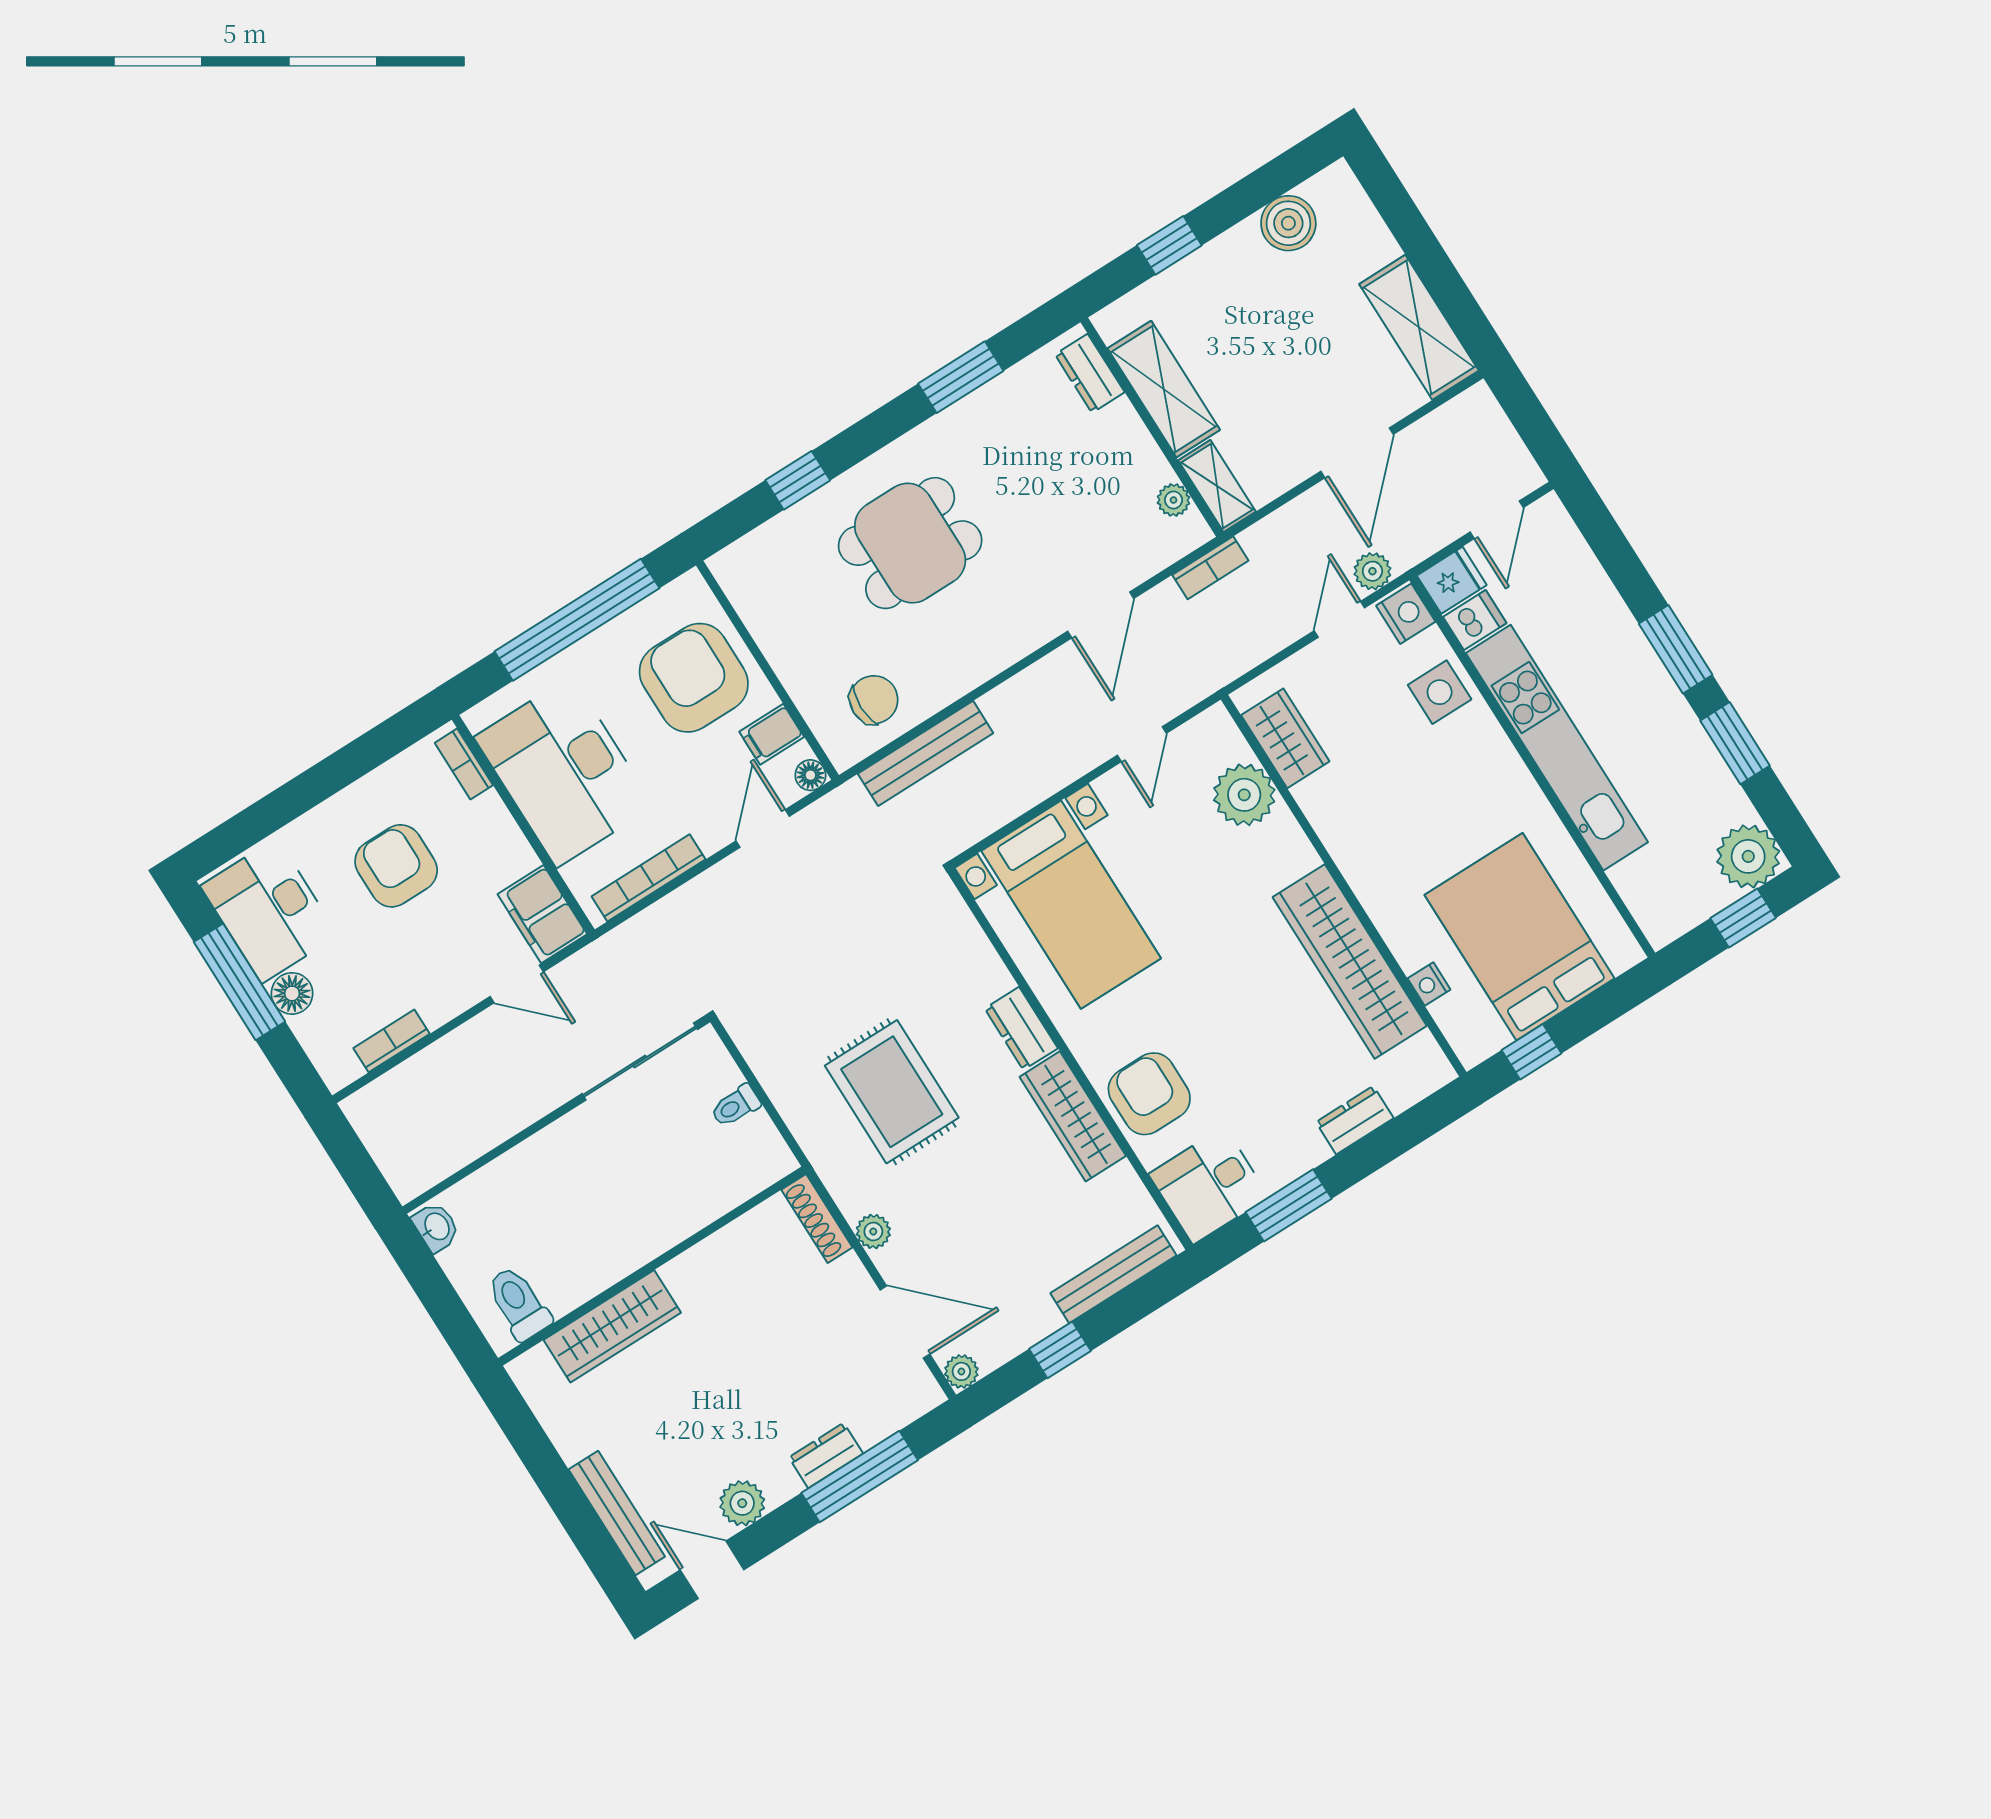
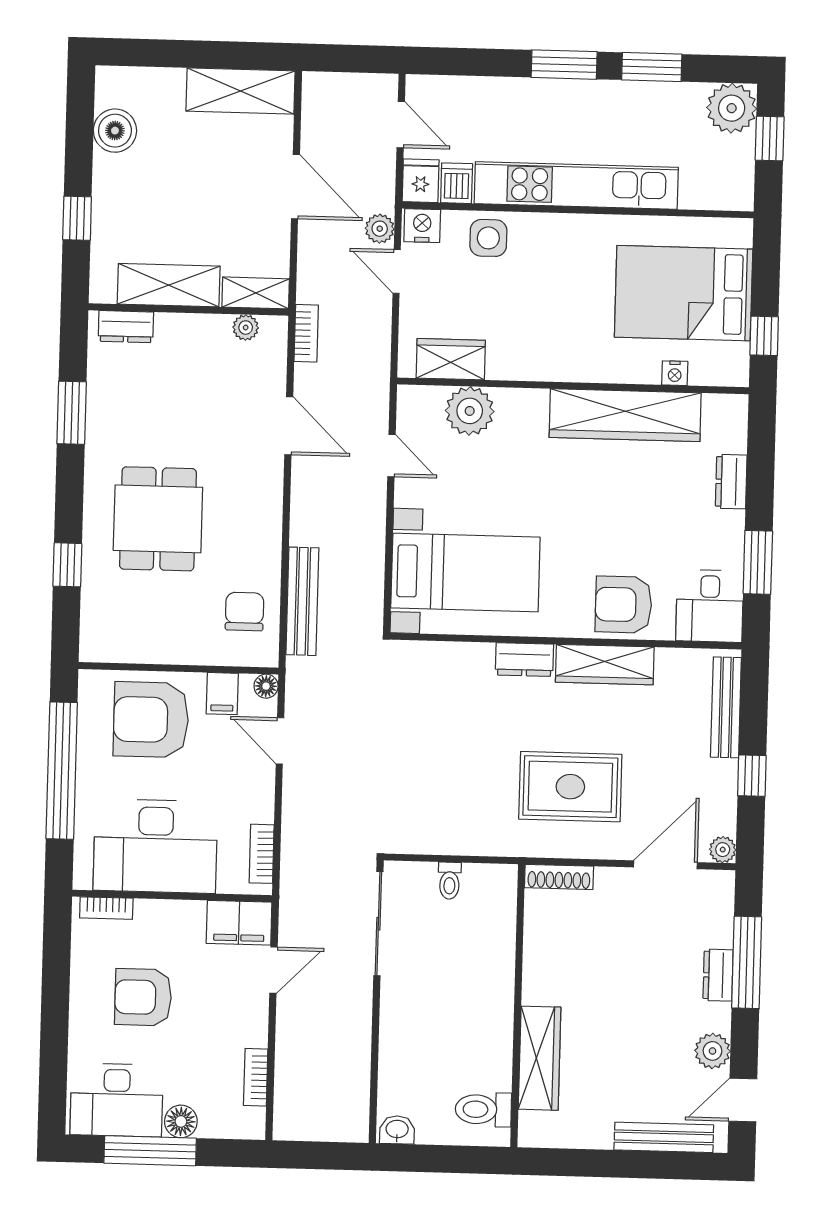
bookcase: (649, 878) -> (262, 854), width x0.64
rug: (892, 1092) -> (570, 787), moved
plant: (873, 1231) -> (592, 846), removed

